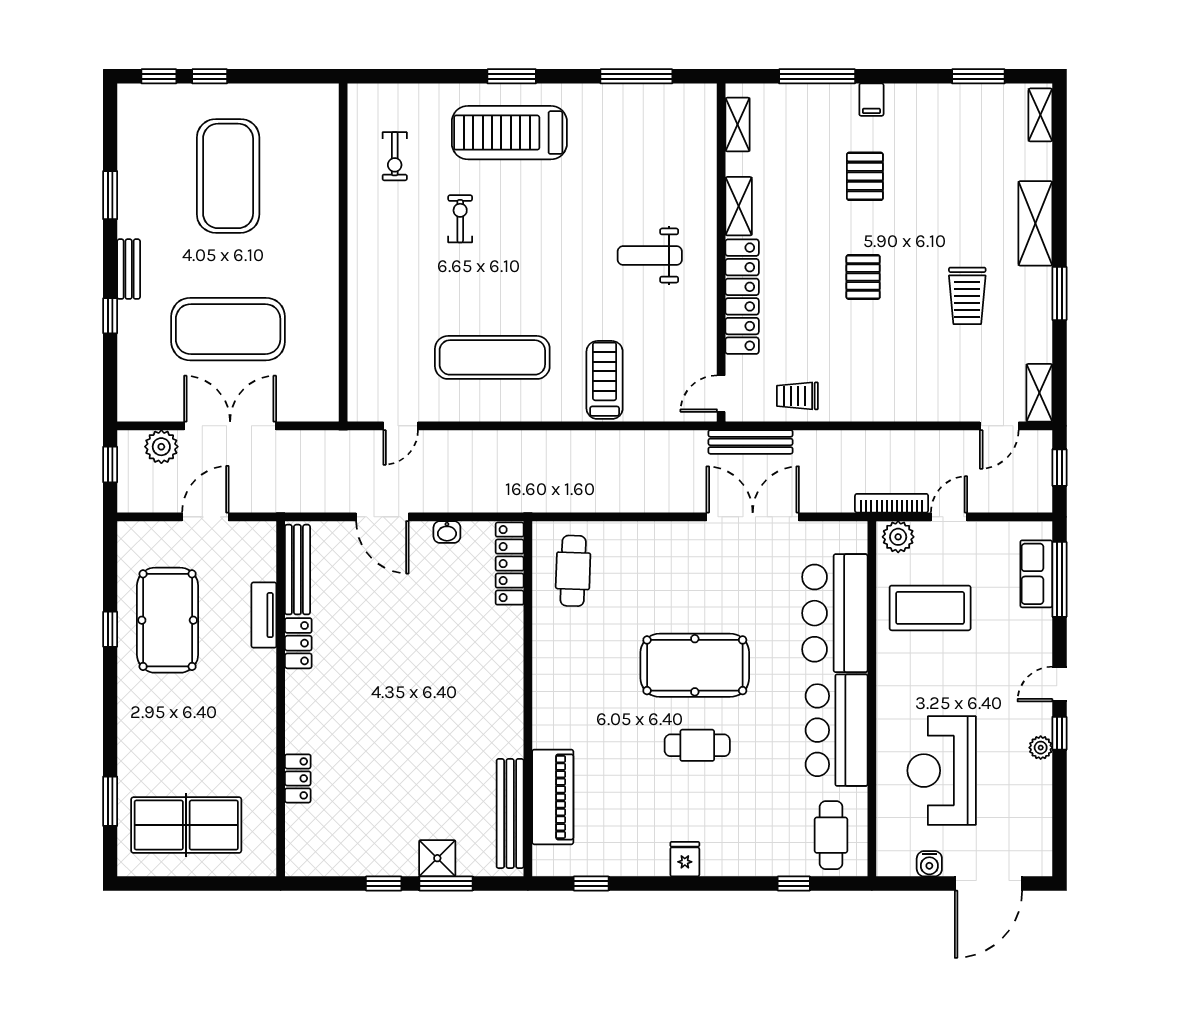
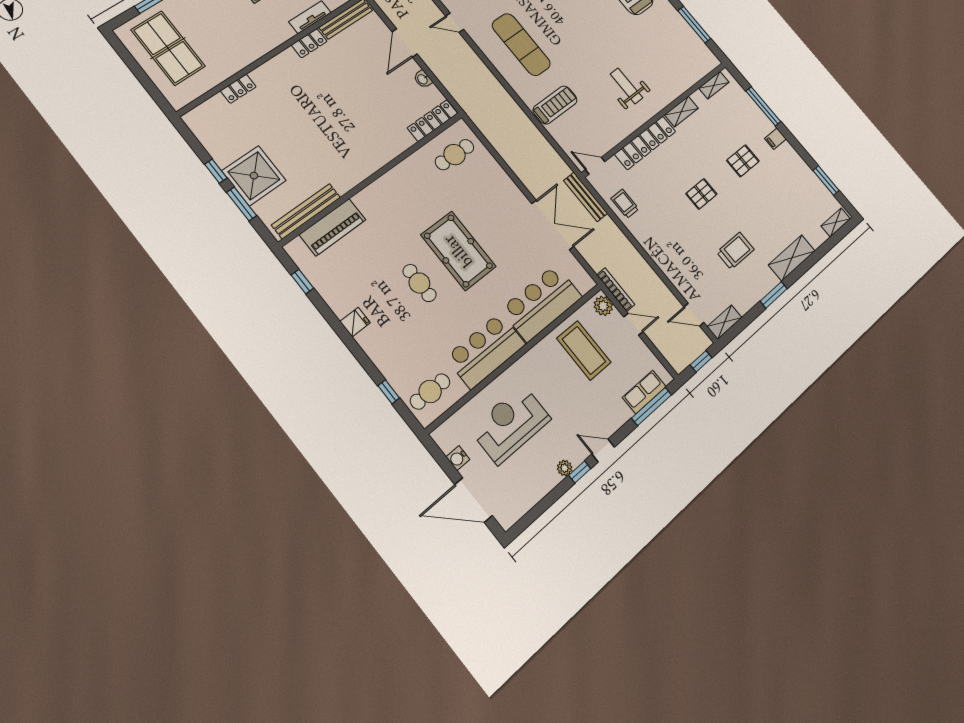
trolley: (967, 296) -> (735, 251), turned 180
shower: (437, 858) -> (254, 176), width x1.86, depth x1.86

